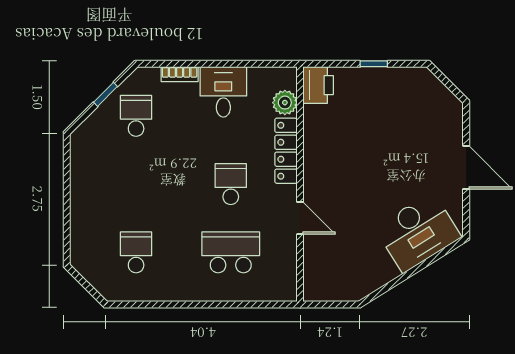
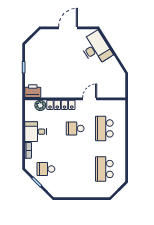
school desk: (136, 252) -> (104, 169), width x1.85

